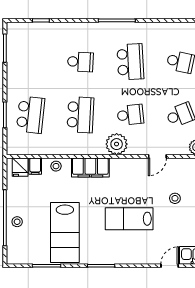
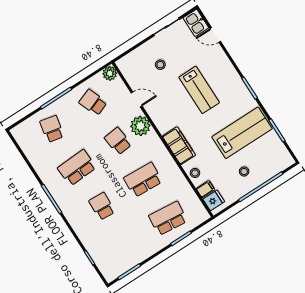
plant: (117, 144) -> (140, 126), moved
stool: (17, 222) -> (244, 172), moved

